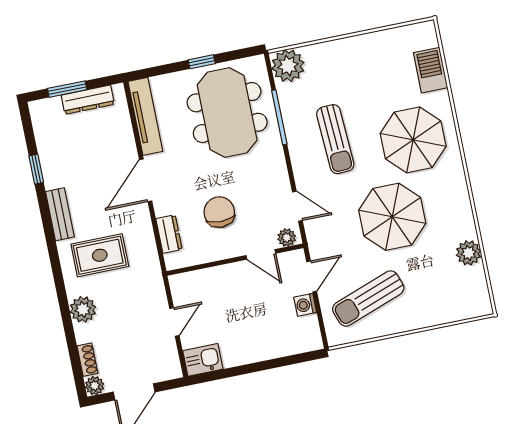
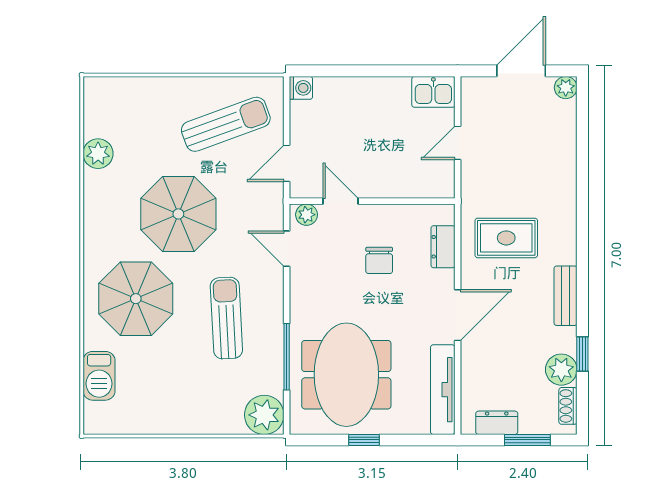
dresser: (88, 100) -> (497, 423), width x0.70
chair: (219, 212) -> (379, 260), width x0.73, depth x0.73
rug: (100, 255) -> (506, 238), moved
washing machine: (305, 305) -> (301, 88), moved
plant: (83, 309) -> (561, 370), moved
shoe rack: (87, 360) -> (568, 406), moved

